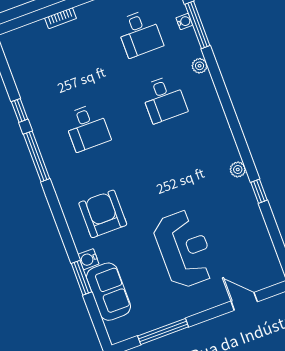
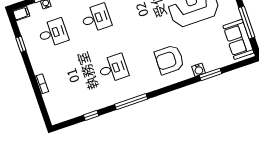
window: (20, 110) -> (91, 115), moved
sofa: (109, 292) -> (238, 39), moved, turned -90

